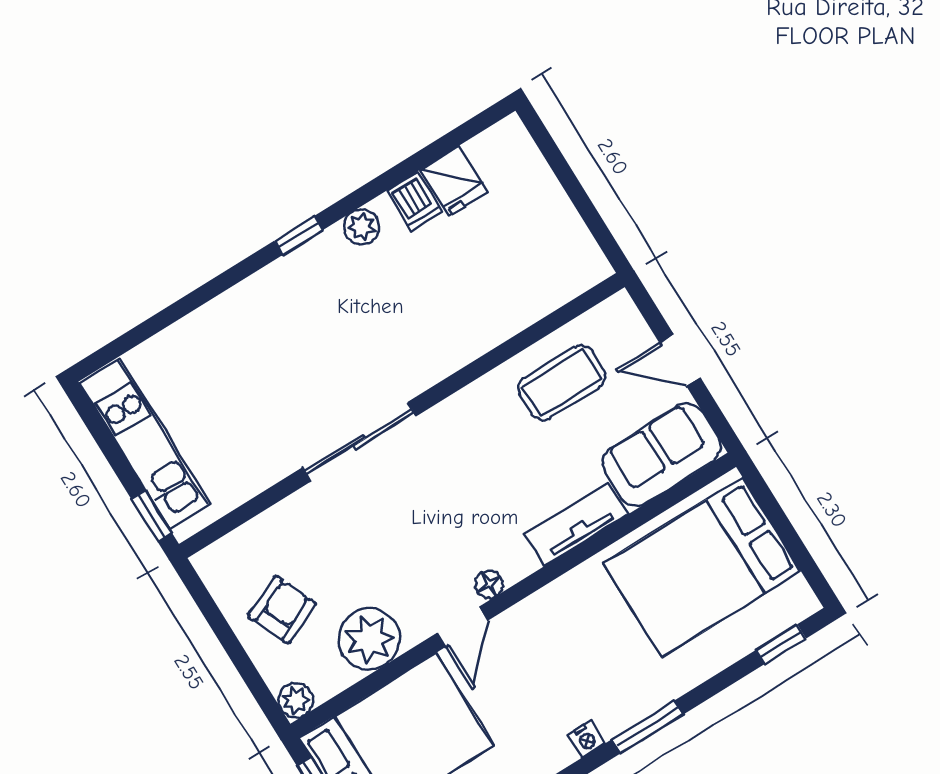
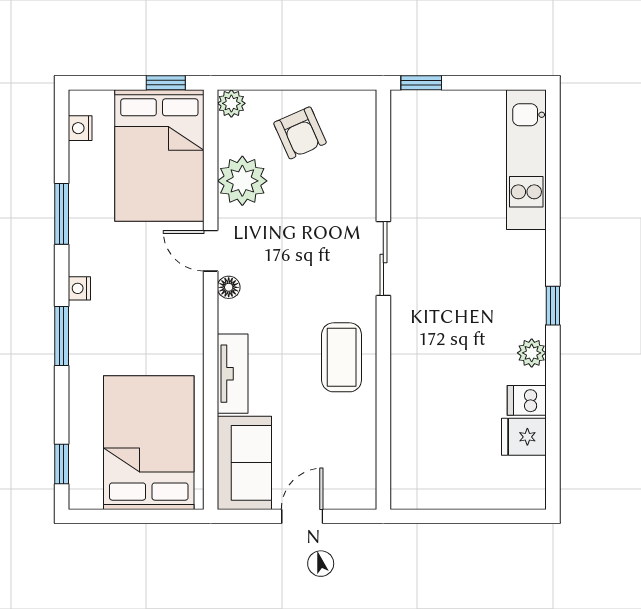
coffee table: (562, 383) -> (342, 357), moved
sliding door: (359, 442) -> (383, 258), width x0.73
kitchen unit: (145, 443) -> (526, 160), moved, turned 90

